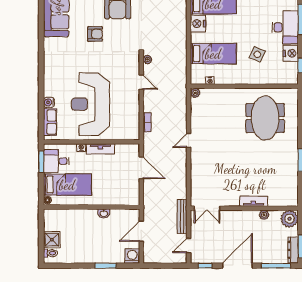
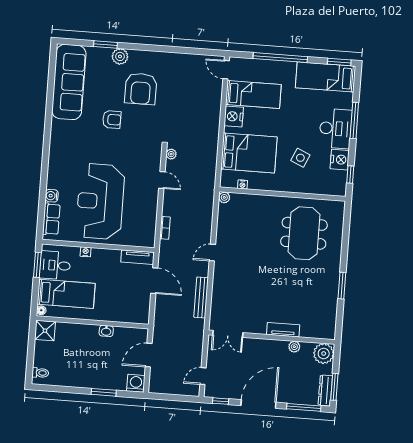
bed: (213, 54) -> (249, 153), width x1.50
tv unit: (100, 149) -> (138, 257), moved
bench: (182, 217) -> (201, 298), moved
shower: (52, 240) -> (45, 331), moved

